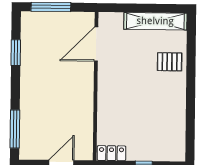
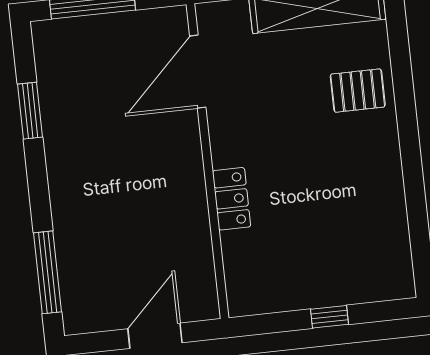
locker: (111, 153) -> (232, 199), moved, turned 90

